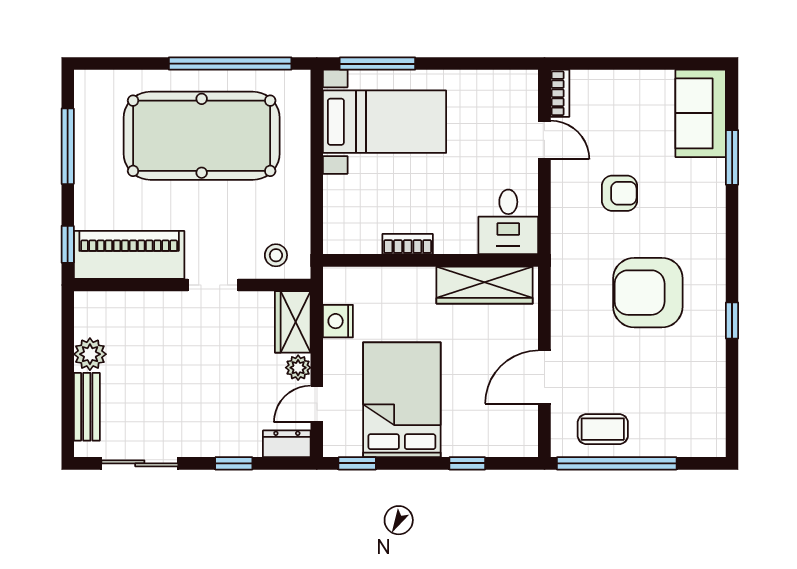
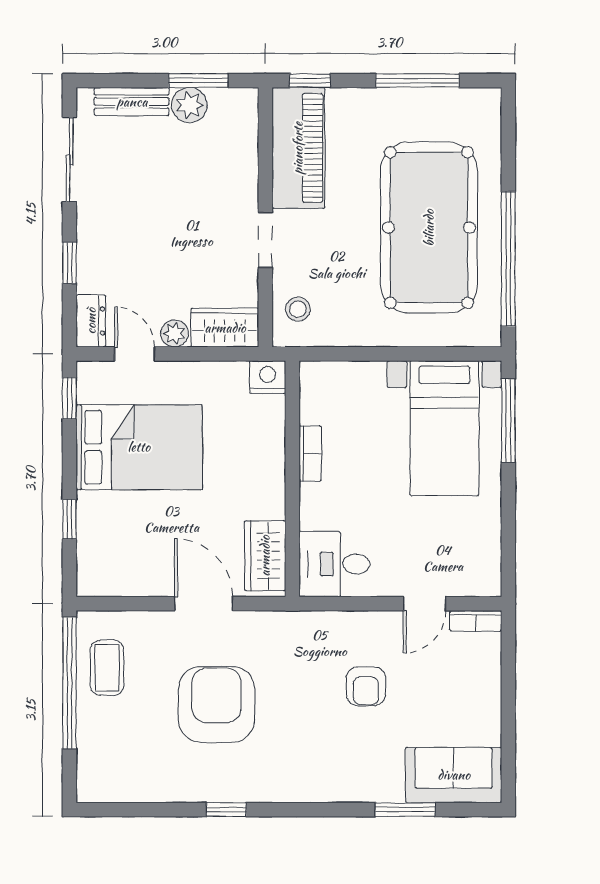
wardrobe: (485, 285) -> (265, 556), width x0.67
armchair: (648, 293) -> (216, 704), moved
nightstand: (338, 321) -> (268, 377), moved
window: (68, 346) -> (198, 81), added
door: (544, 377) -> (204, 604), moved

